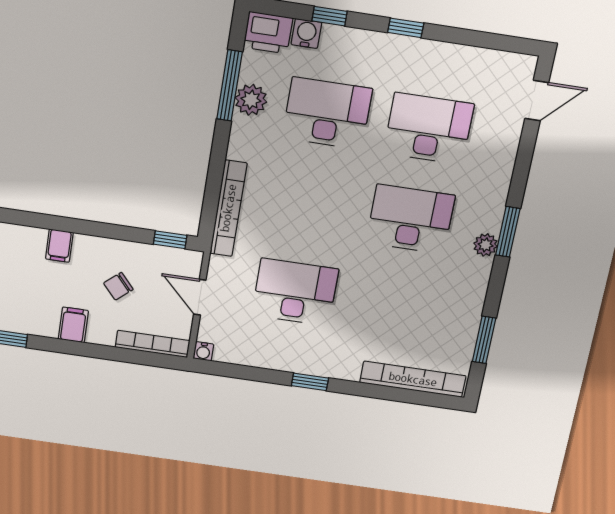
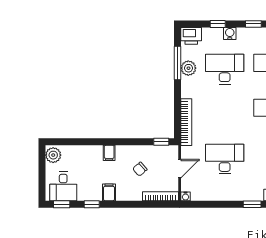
water cooler: (306, 33) -> (230, 33), moved
door: (200, 297) -> (180, 169), swing flipped
filing cabinet: (73, 325) -> (109, 192), moved
window: (310, 382) -> (252, 204), moved

